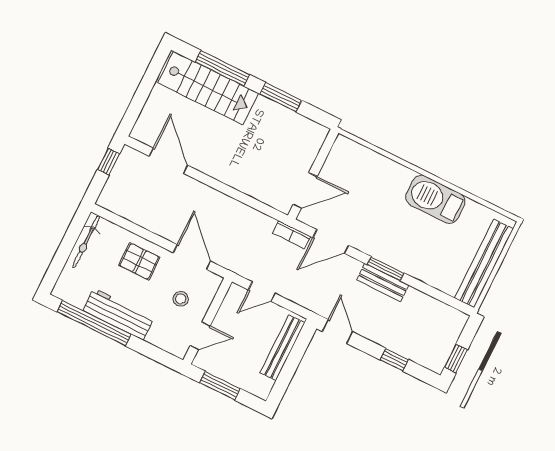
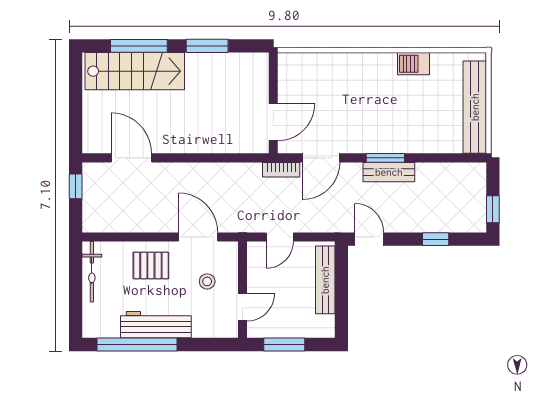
barbecue: (435, 199) -> (414, 64), width x0.53, depth x0.65

